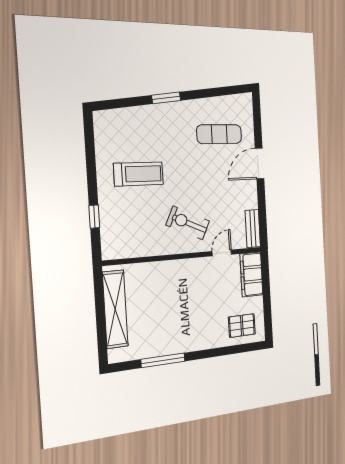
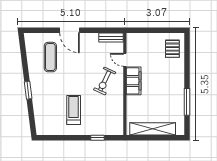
filing cabinet: (251, 274) -> (134, 81), moved, turned -90

